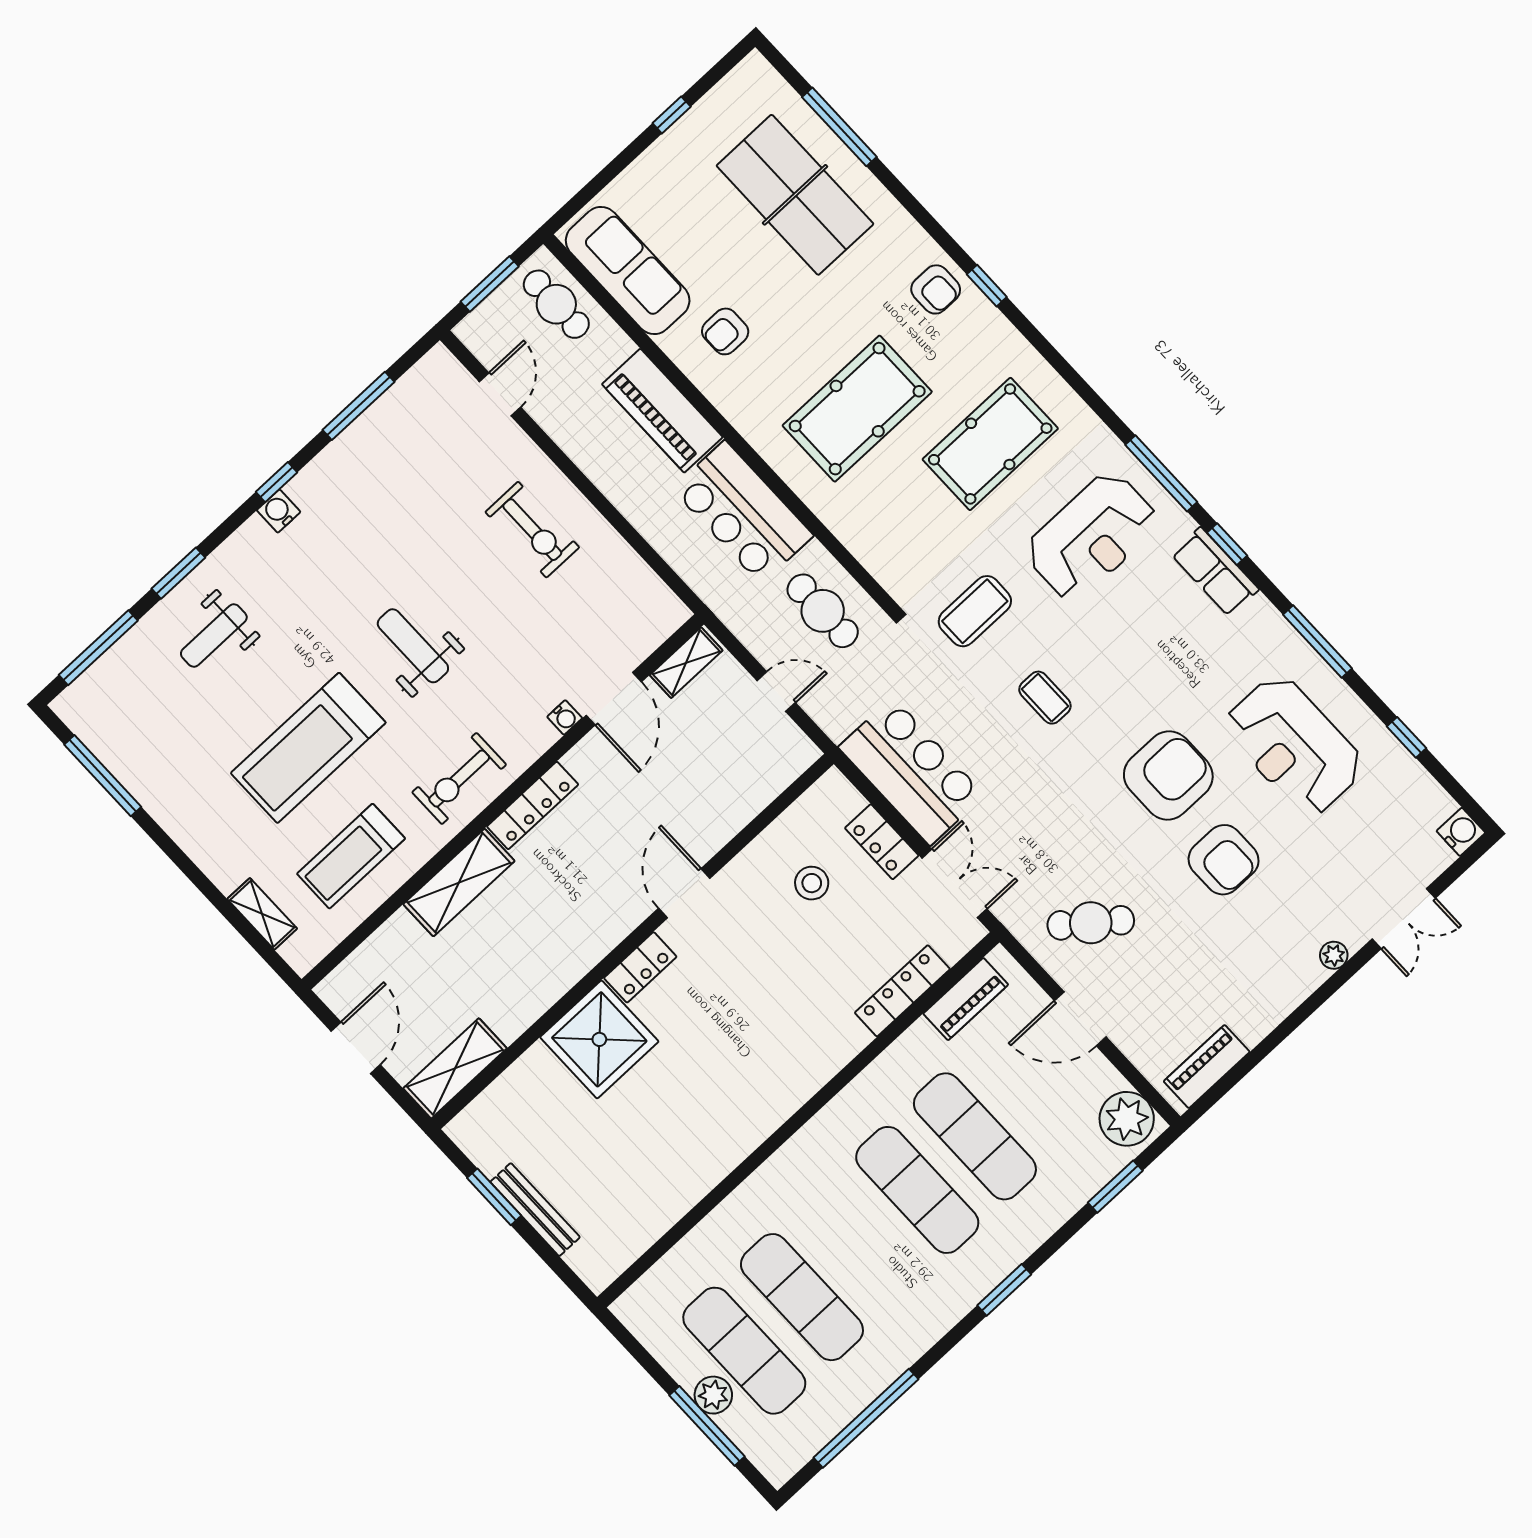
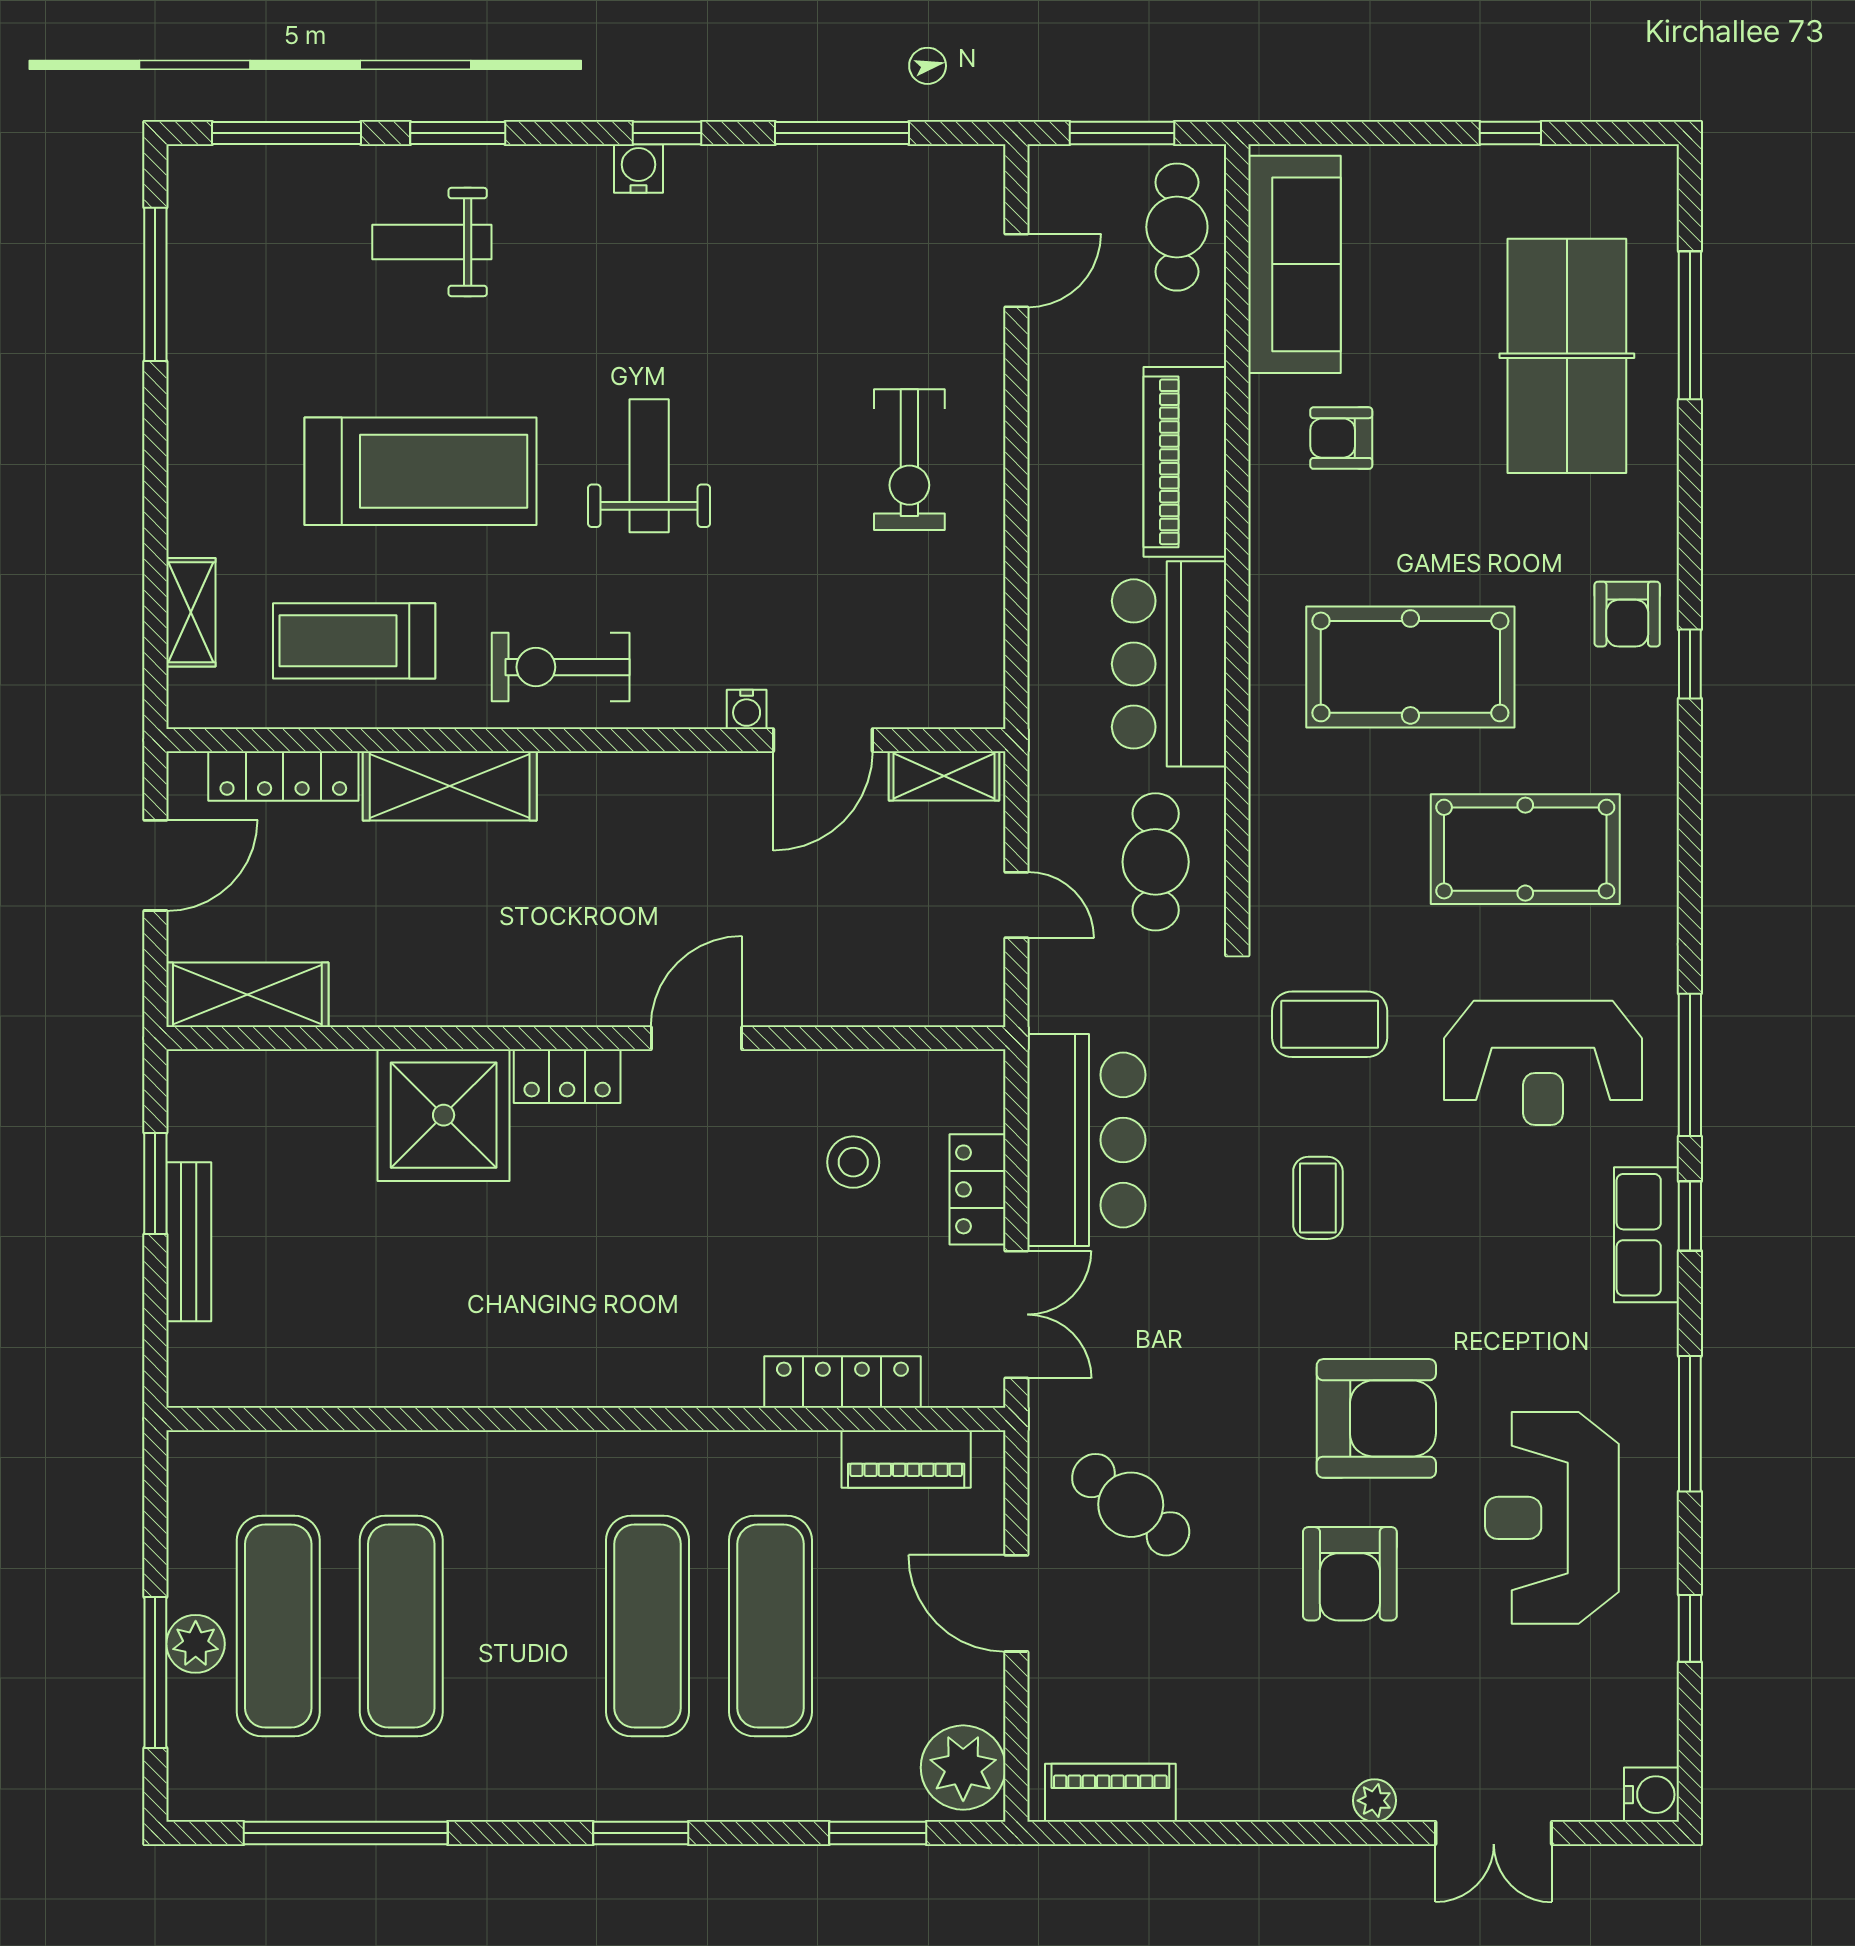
treadmill: (308, 748) -> (420, 471), turned 180
locker: (533, 805) -> (283, 776), moved

